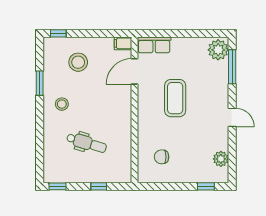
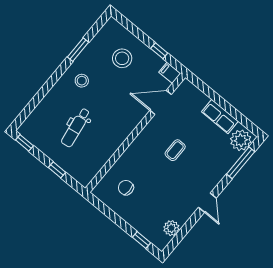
window: (58, 33) -> (159, 51), moved
row of seats: (154, 45) -> (220, 116), moved
coffee table: (175, 98) -> (175, 150), width x0.54, depth x0.58
dental chair: (87, 143) -> (76, 128), turned 64

